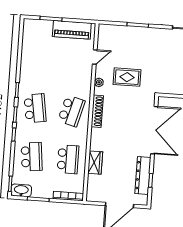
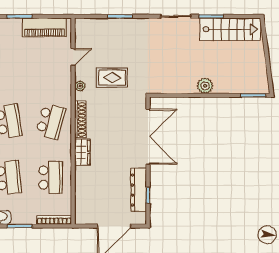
wardrobe: (95, 163) -> (82, 152), moved

